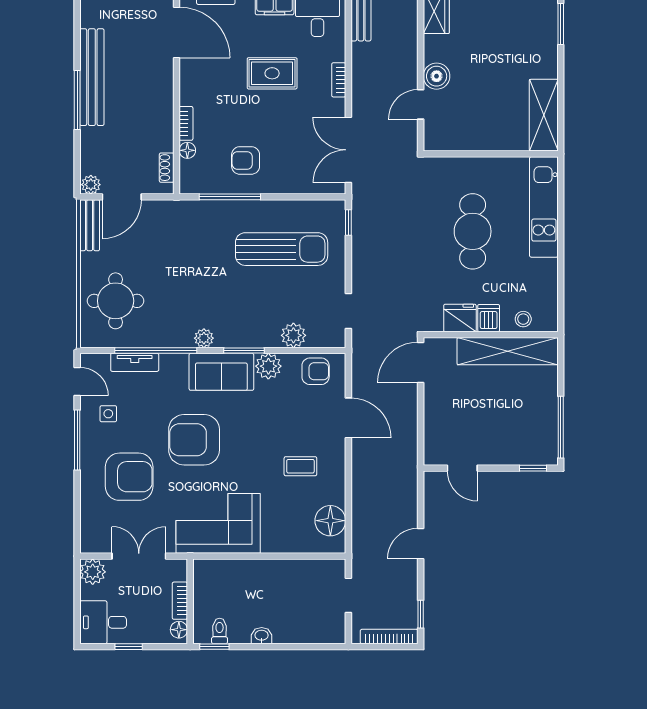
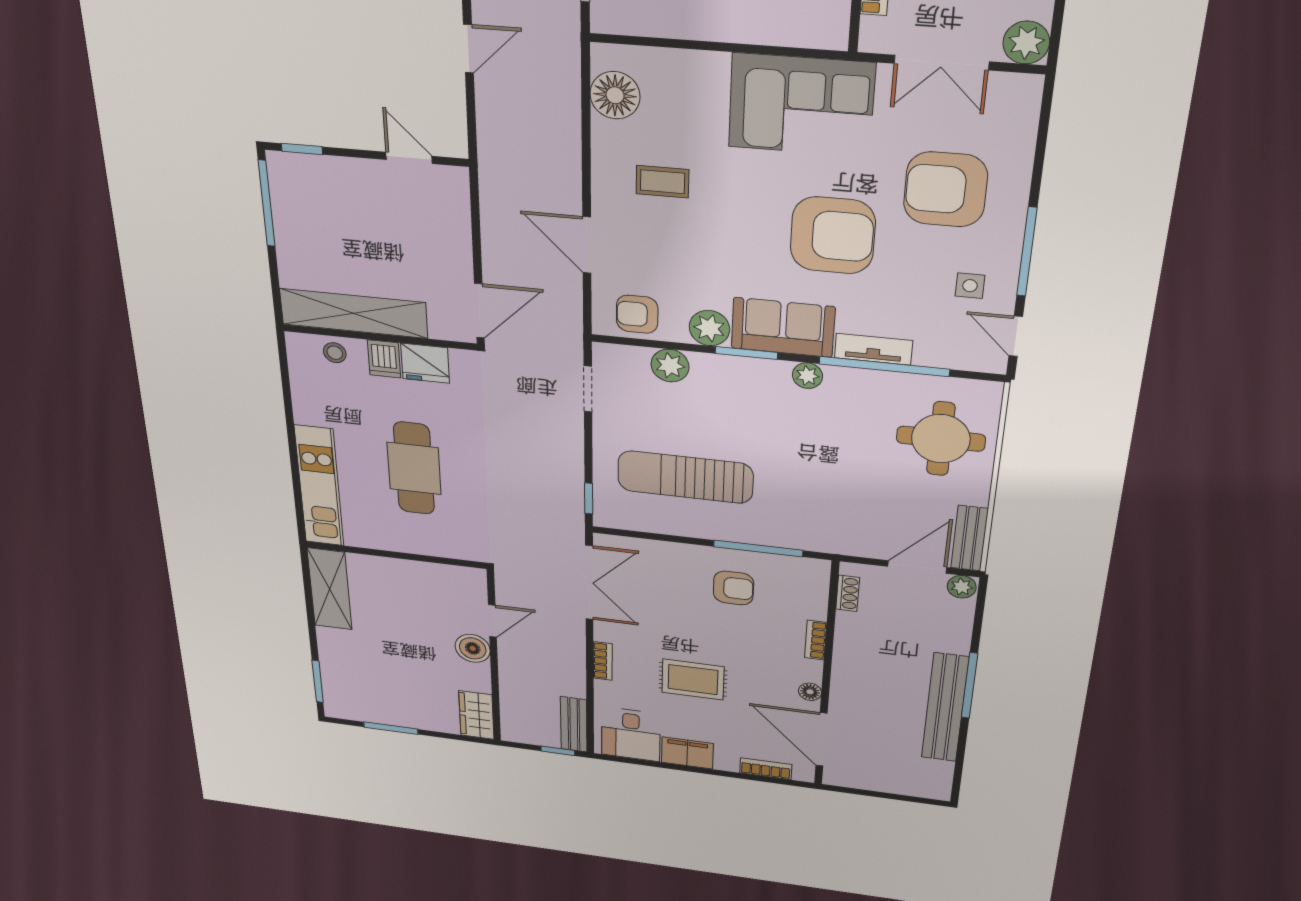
floor lamp: (187, 150) -> (810, 692), moved
tv unit: (135, 362) -> (873, 349), moved

